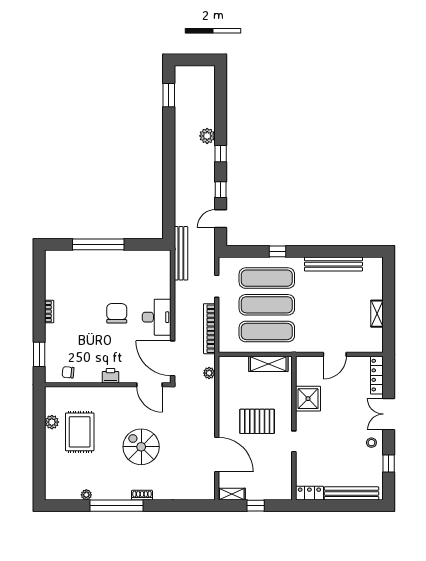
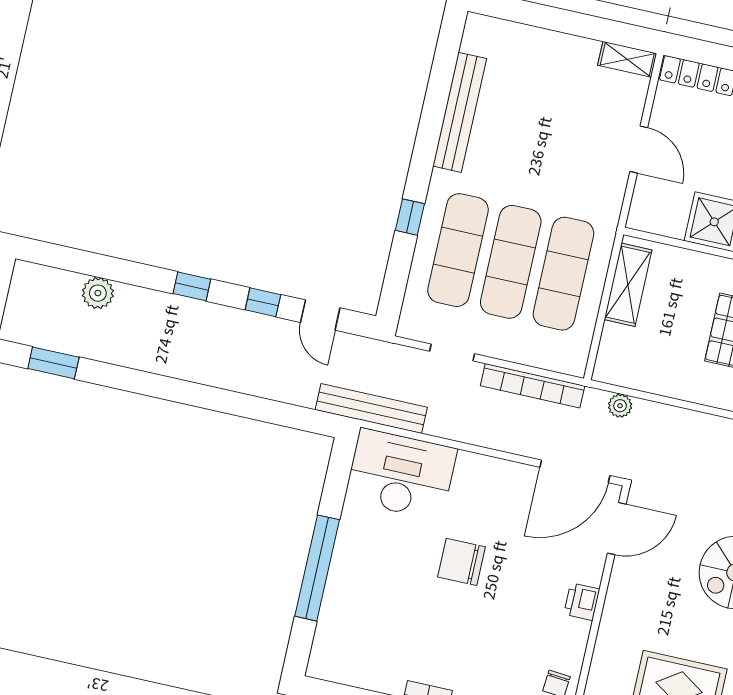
plant: (207, 136) -> (98, 293), moved
shelving: (377, 314) -> (627, 59), moved
desk: (157, 317) -> (401, 474), moved, width x1.36, depth x1.30

